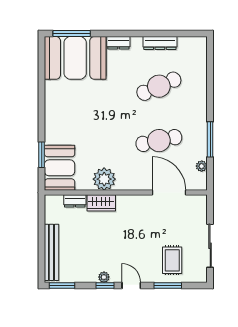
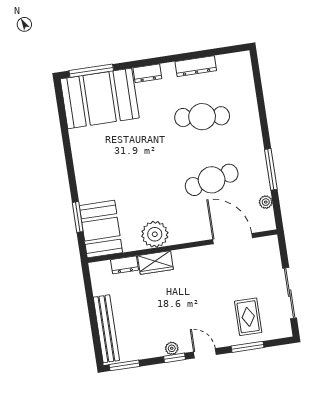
cafe table: (159, 86) -> (202, 117), turned 30

